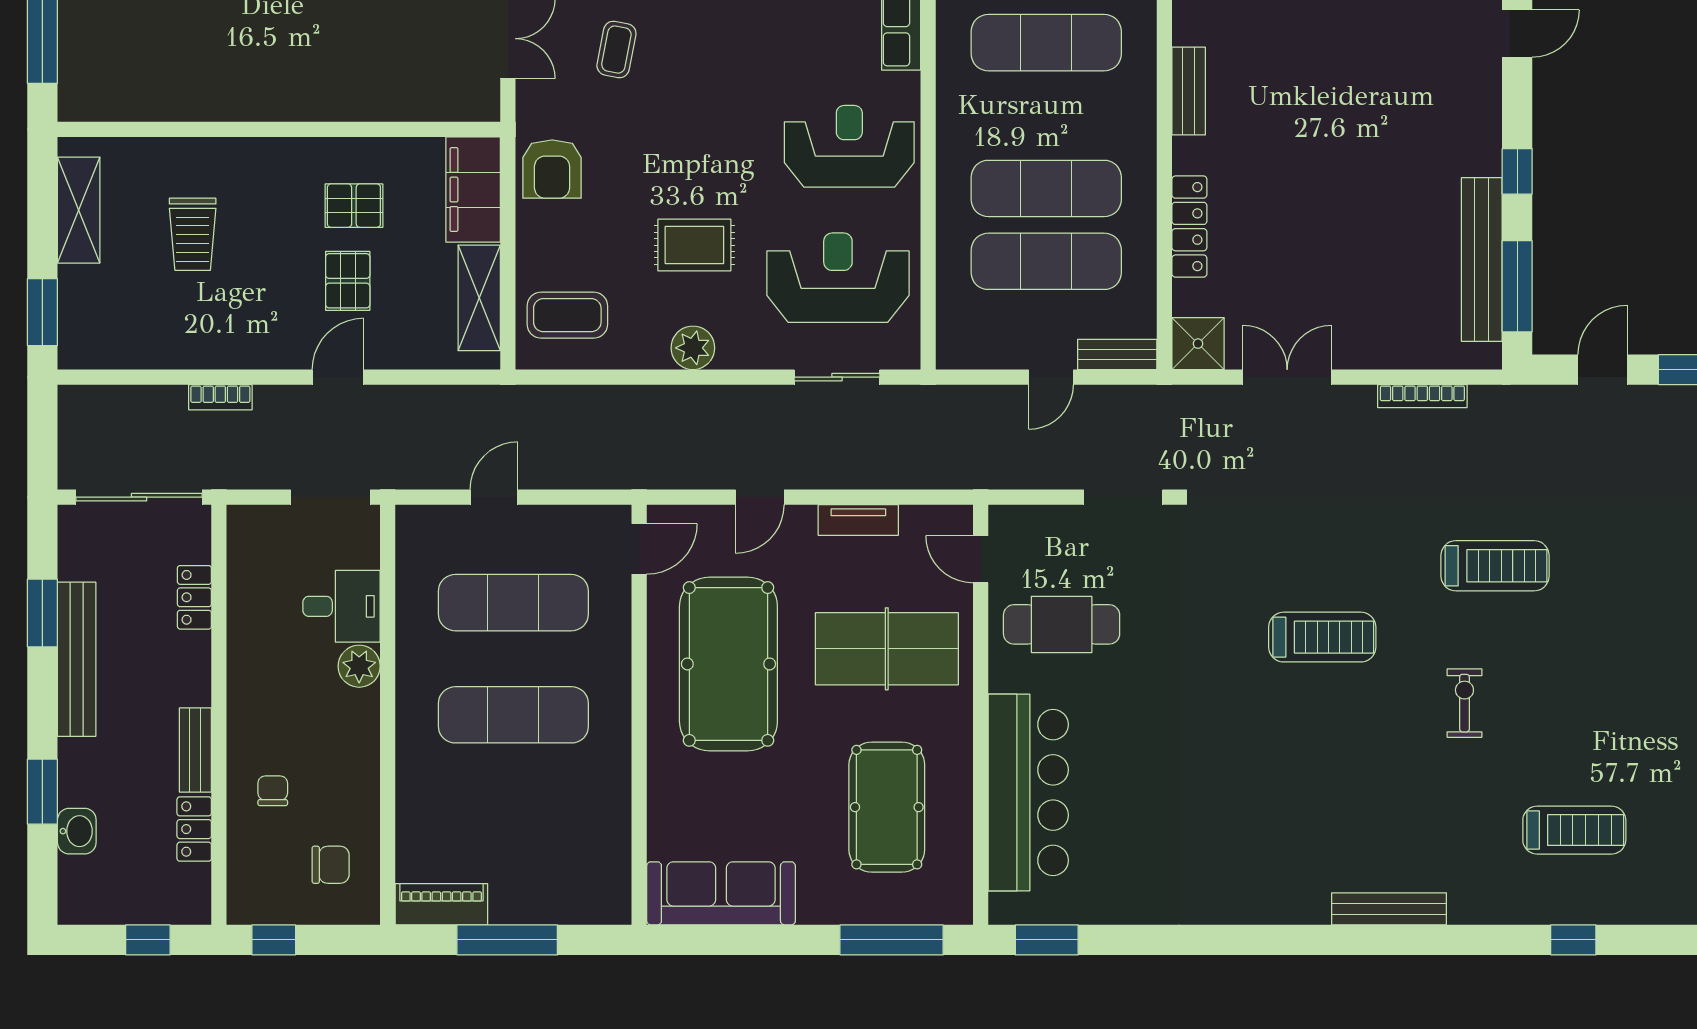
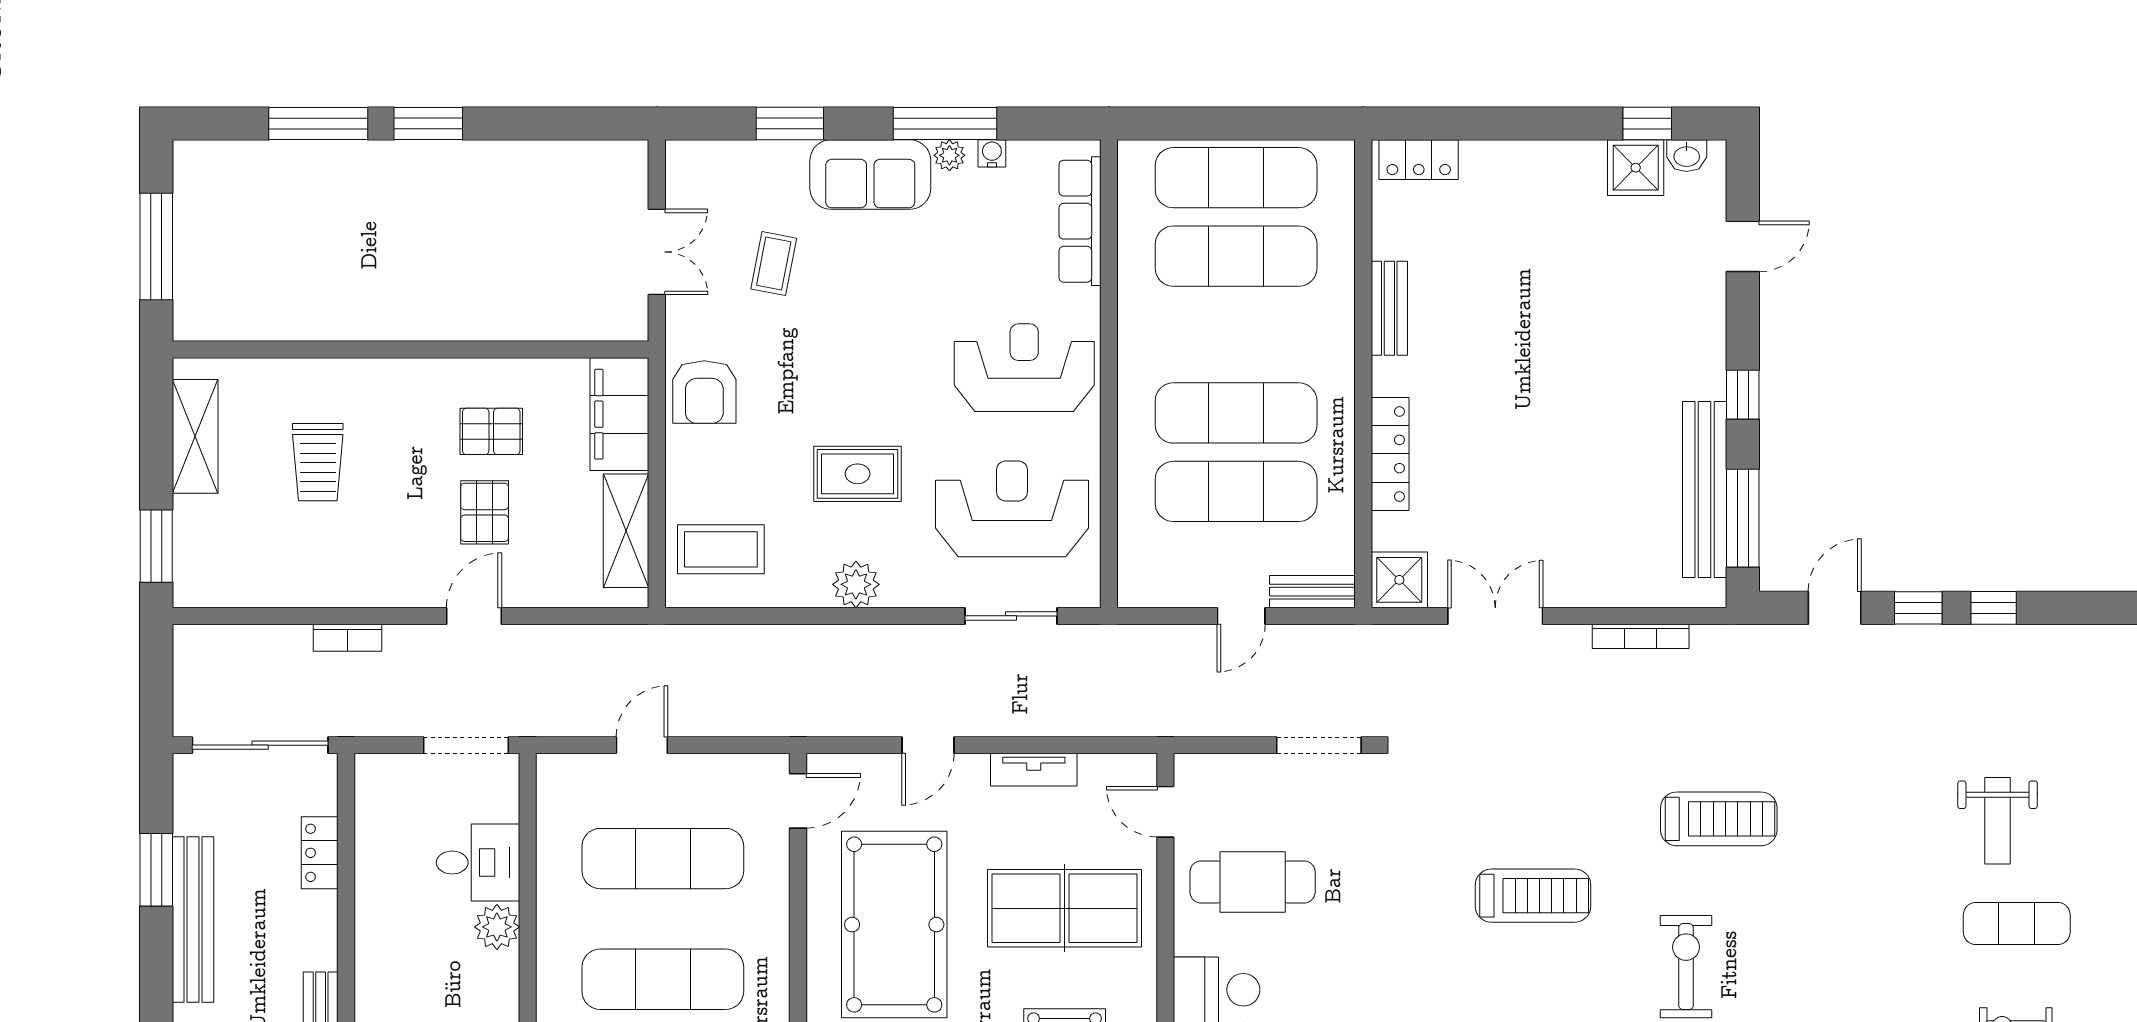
exercise bike: (1464, 703) -> (1686, 967), width x1.38, depth x1.39

